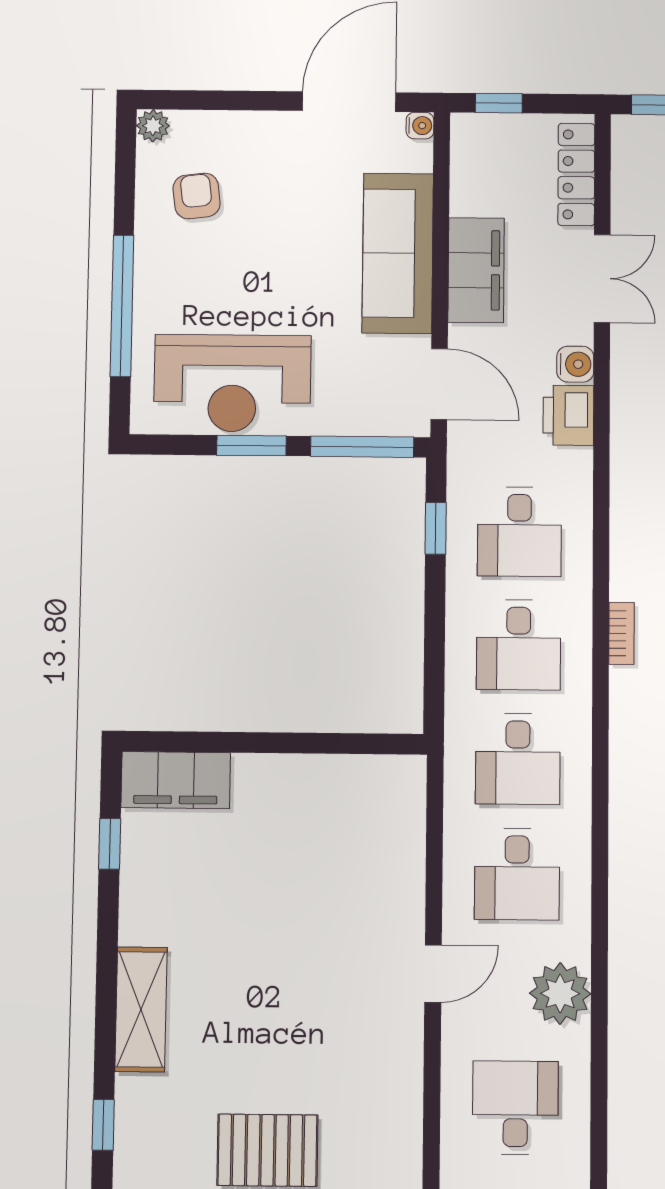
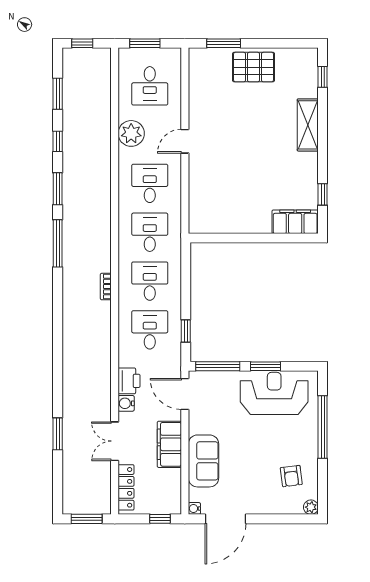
sofa: (398, 253) -> (203, 461), width x0.73

